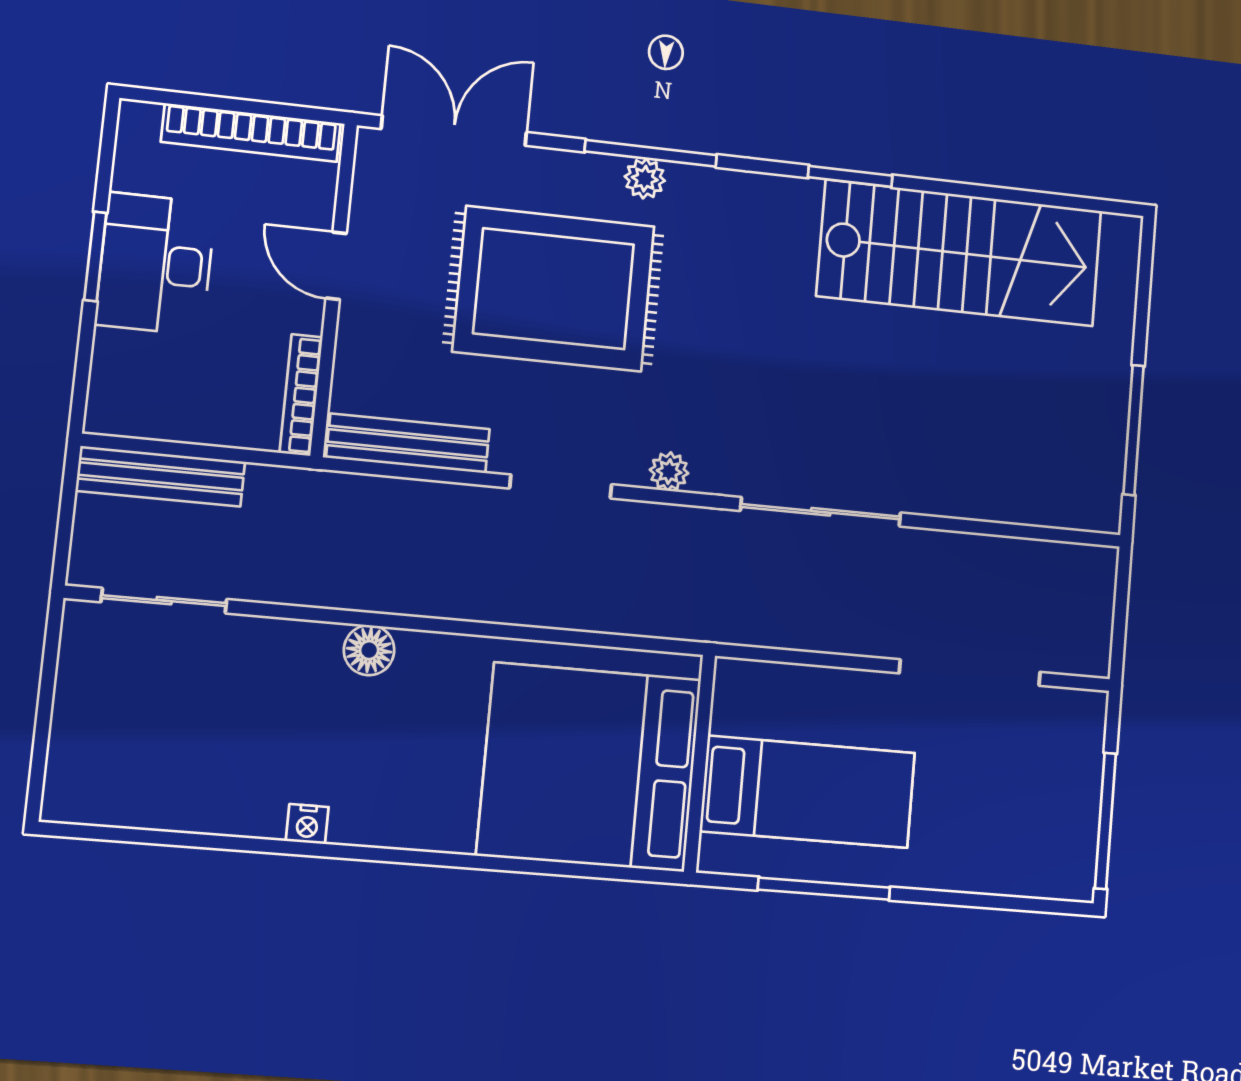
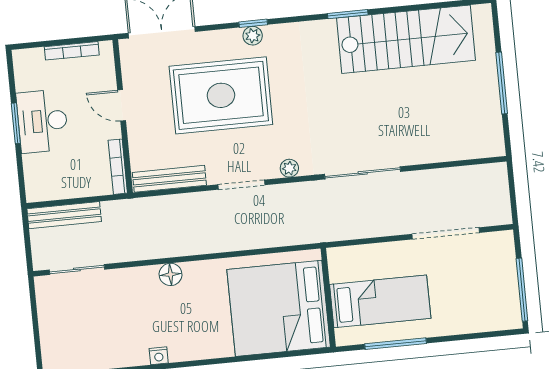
bookcase: (251, 133) -> (72, 51), width x0.68, depth x0.76
window: (651, 153) -> (253, 23), width x0.46
window: (1134, 430) -> (502, 83), moved

